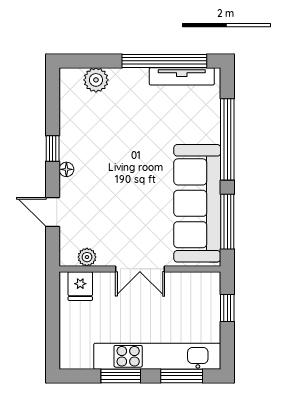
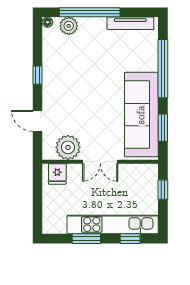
window: (164, 61) -> (90, 12), moved
floor lamp: (66, 169) -> (47, 22), moved
window: (227, 222) -> (163, 128), width x0.69
plant: (87, 257) -> (68, 147), width x1.87, depth x1.87
window: (182, 376) -> (130, 239), width x0.67

